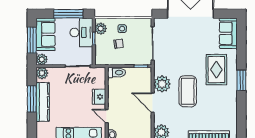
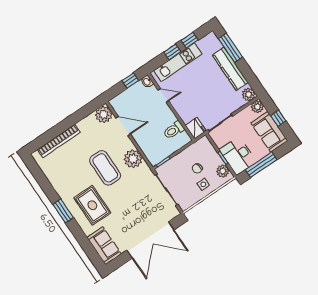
window: (32, 40) -> (278, 118), width x0.46
toilet: (117, 73) -> (174, 130), moved
fridge: (99, 97) -> (196, 128), moved
window: (32, 99) -> (230, 48), moved
door: (153, 103) -> (123, 126), moved

